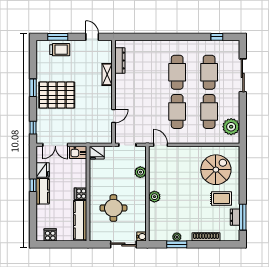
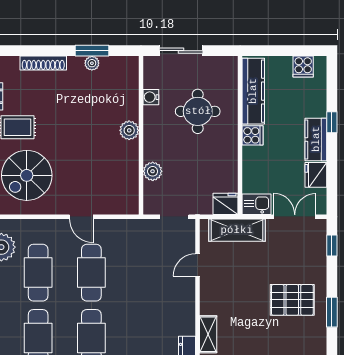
pallet: (57, 95) -> (292, 300), width x0.73, depth x0.71
shelving: (90, 137) -> (237, 230), added
door: (160, 145) -> (81, 217), moved
window: (33, 185) -> (332, 122), moved
water cooler: (141, 237) -> (151, 97), moved

